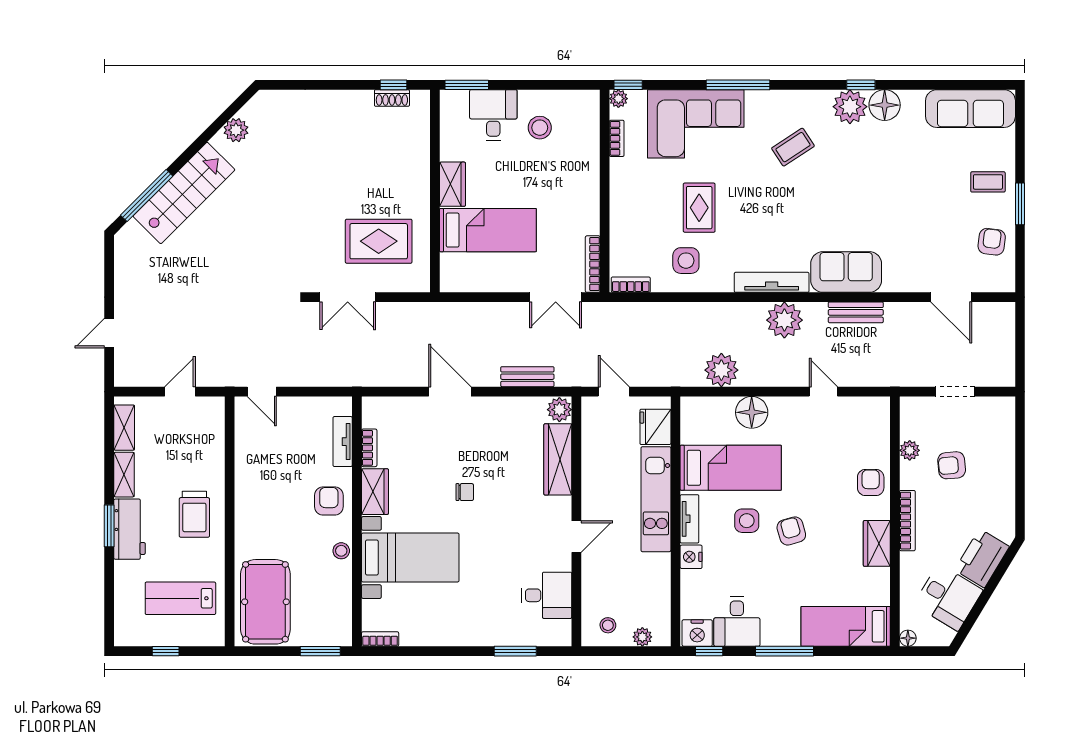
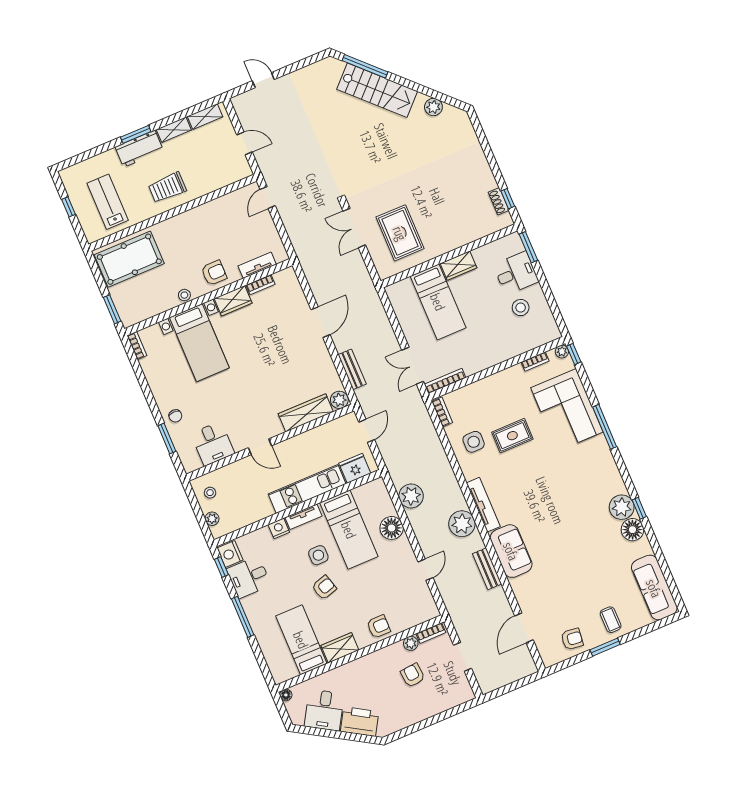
coffee table: (793, 147) -> (579, 481), removed
chair: (465, 492) -> (175, 416), moved
bookcase: (907, 521) -> (431, 633), moved, width x0.64
bed: (846, 626) -> (301, 640), moved

